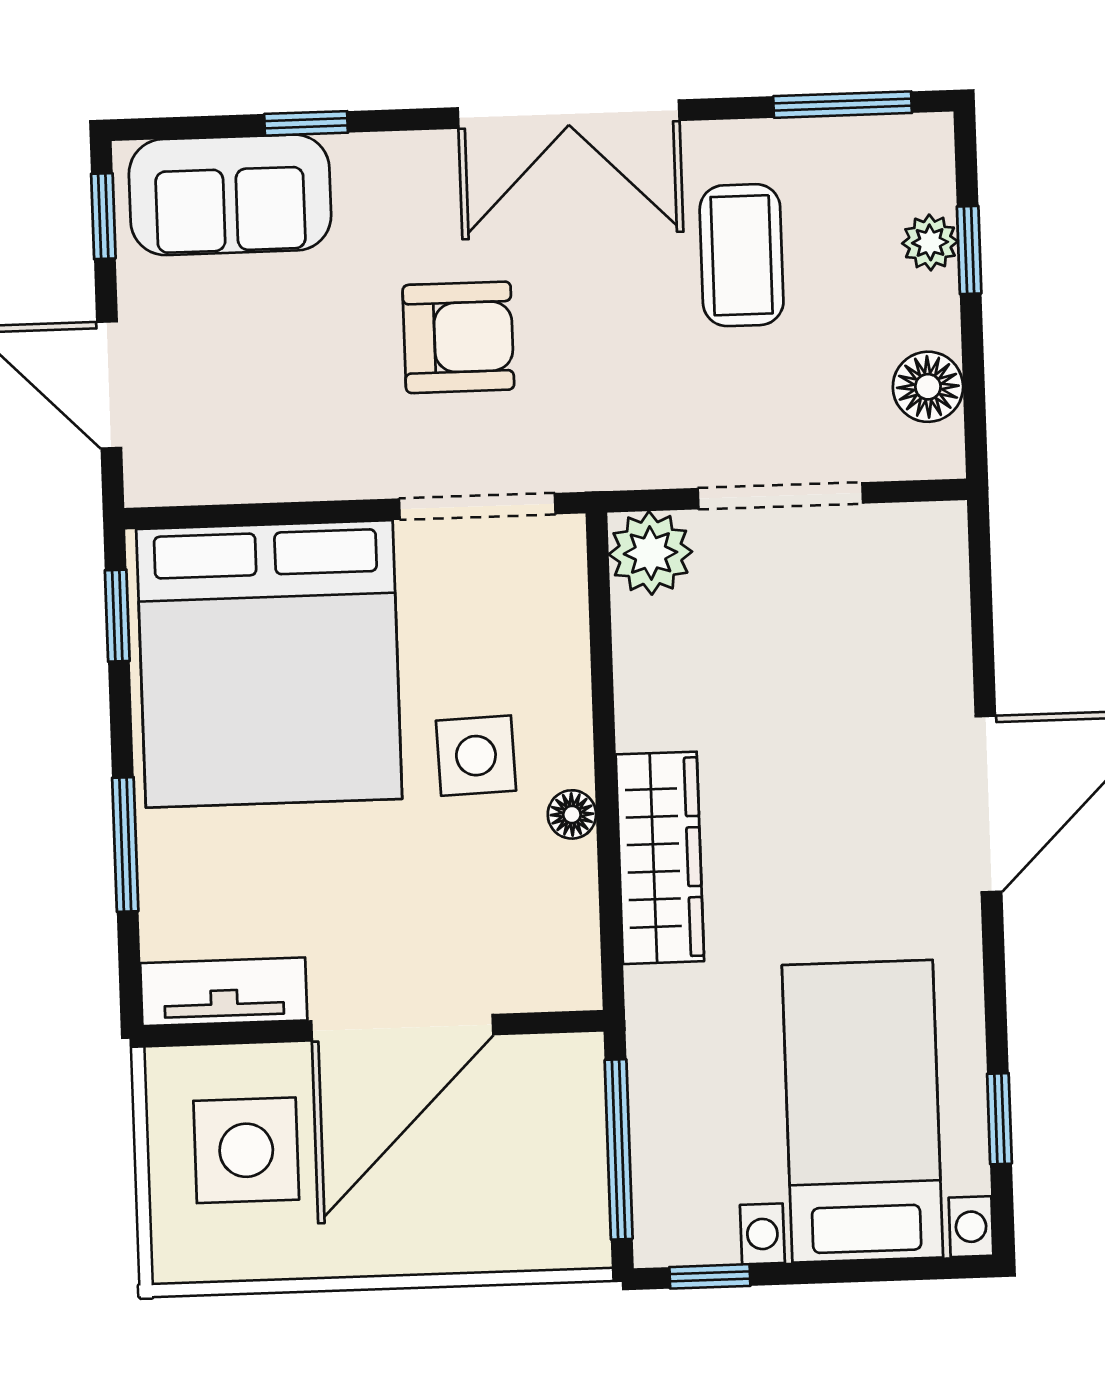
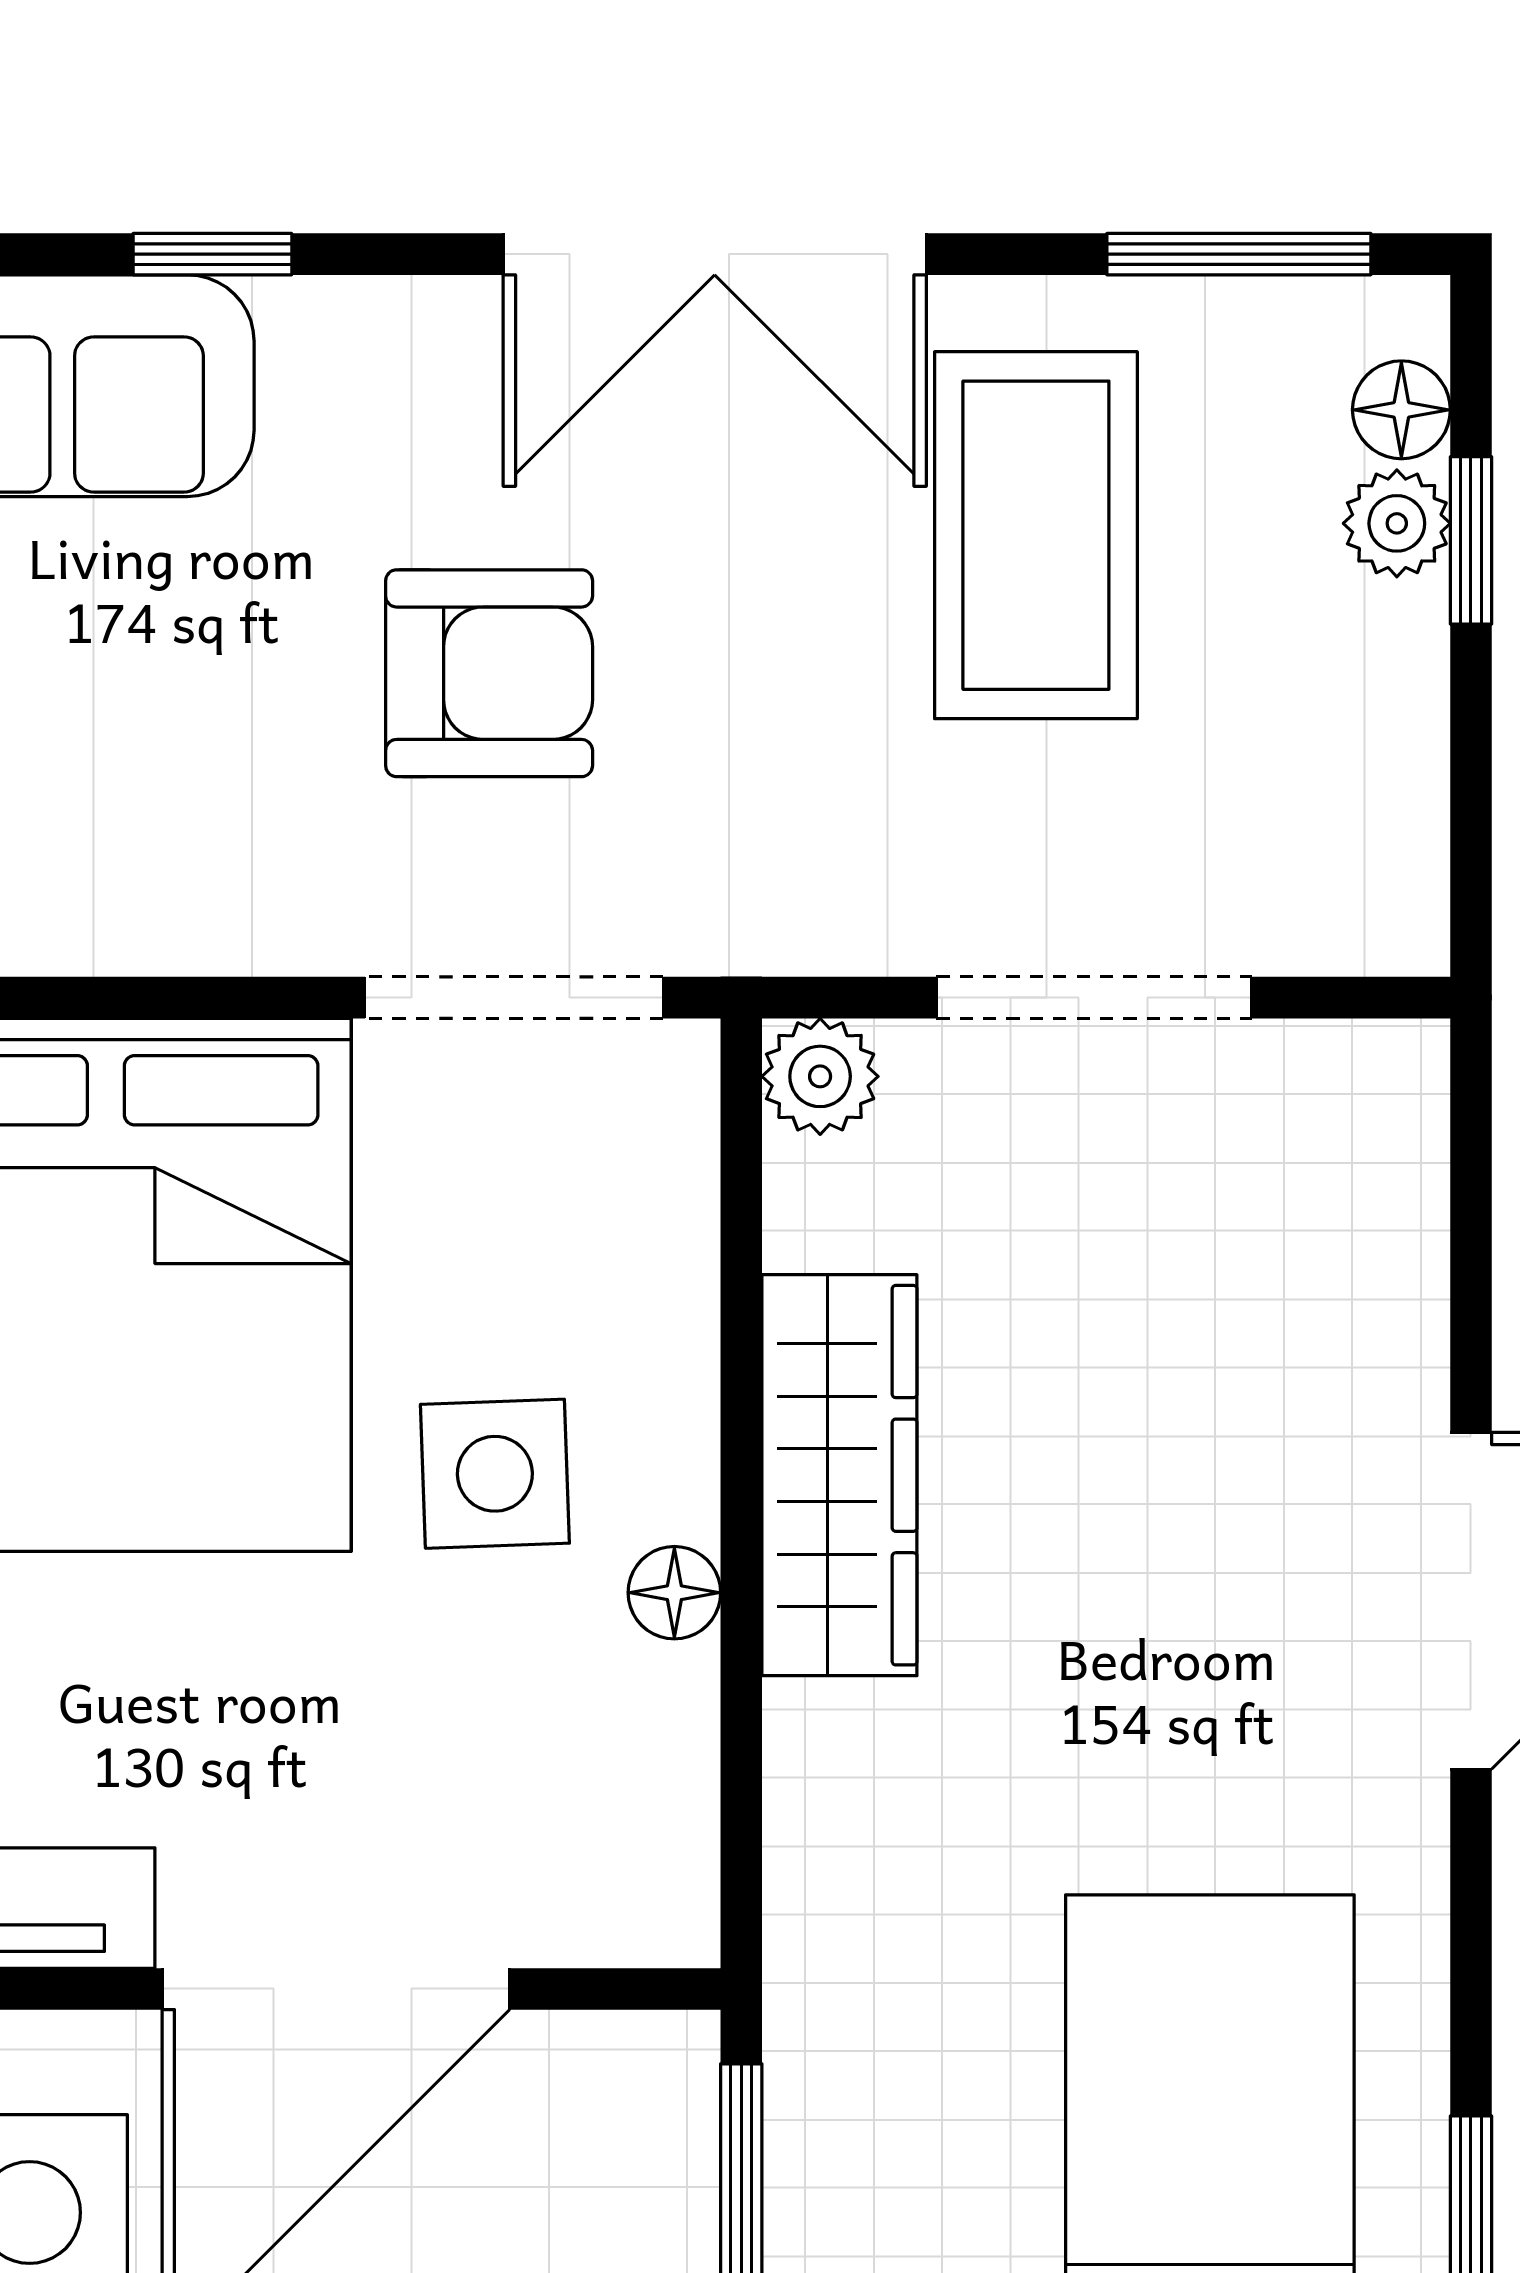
coffee table: (742, 255) -> (1036, 535), width x1.36, depth x1.32
floor lamp: (928, 387) -> (1401, 410), moved, width x0.73, depth x0.73
plant: (650, 553) -> (820, 1076), width x0.73, depth x0.73
wardrobe: (660, 858) -> (839, 1475), moved

